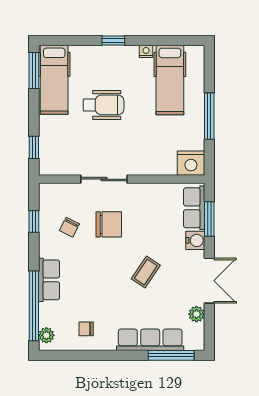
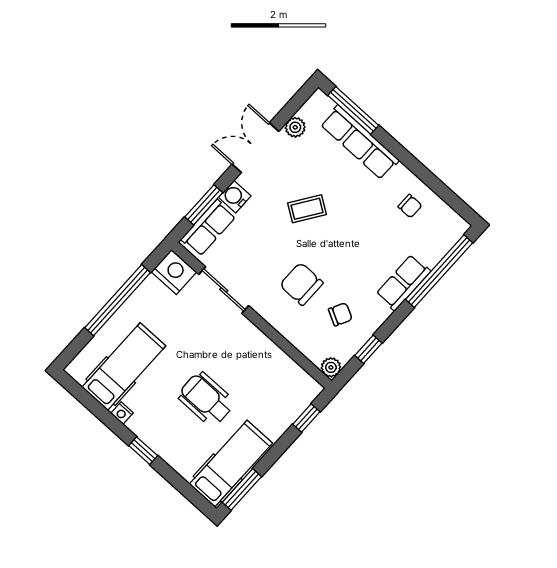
window: (209, 116) -> (118, 300), width x1.46
sliding door: (104, 179) -> (224, 290), moved
plant: (46, 335) -> (331, 367), moved

